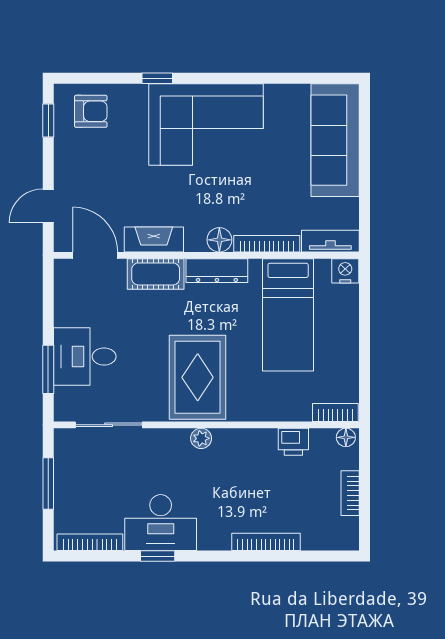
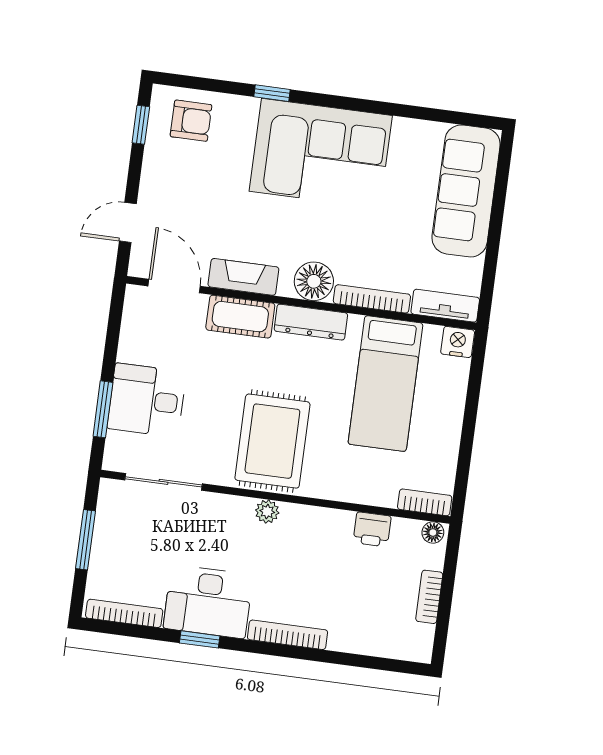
floor lamp: (219, 240) -> (314, 281), width x1.38, depth x1.38
bookcase: (266, 542) -> (288, 635), moved

